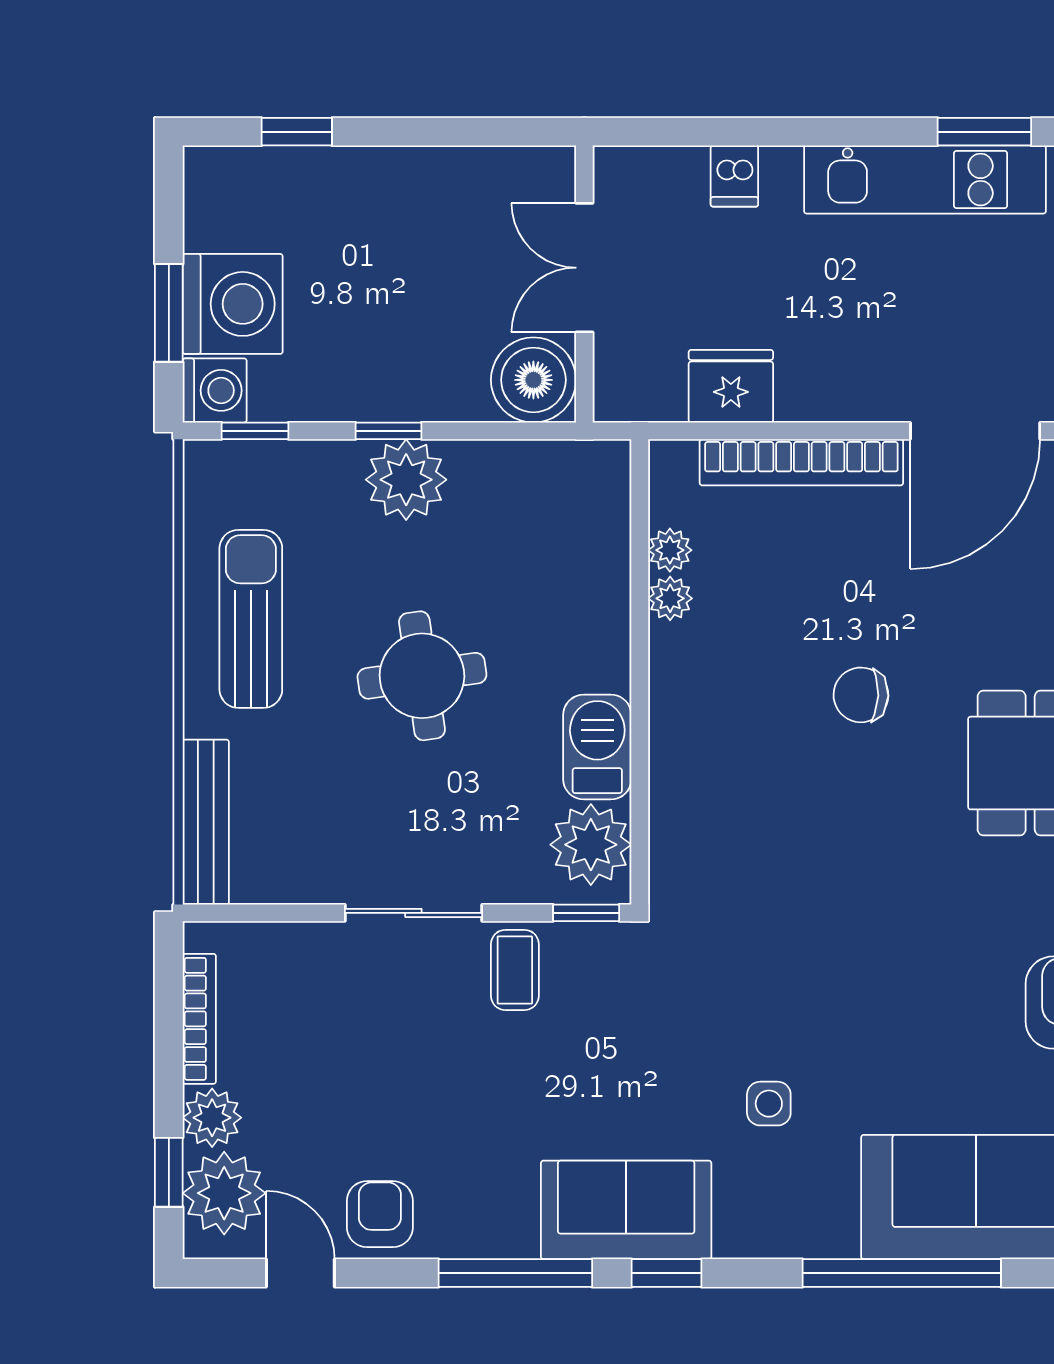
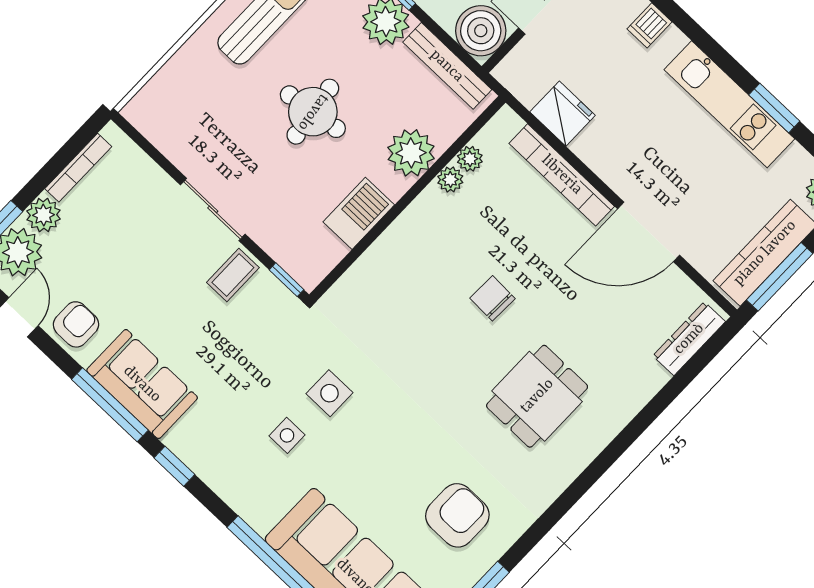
bench: (206, 822) -> (447, 66), moved, turned 90
plant: (591, 845) -> (411, 153), moved
side table: (772, 1002) -> (329, 393), added
sofa: (626, 1210) -> (142, 384), moved

